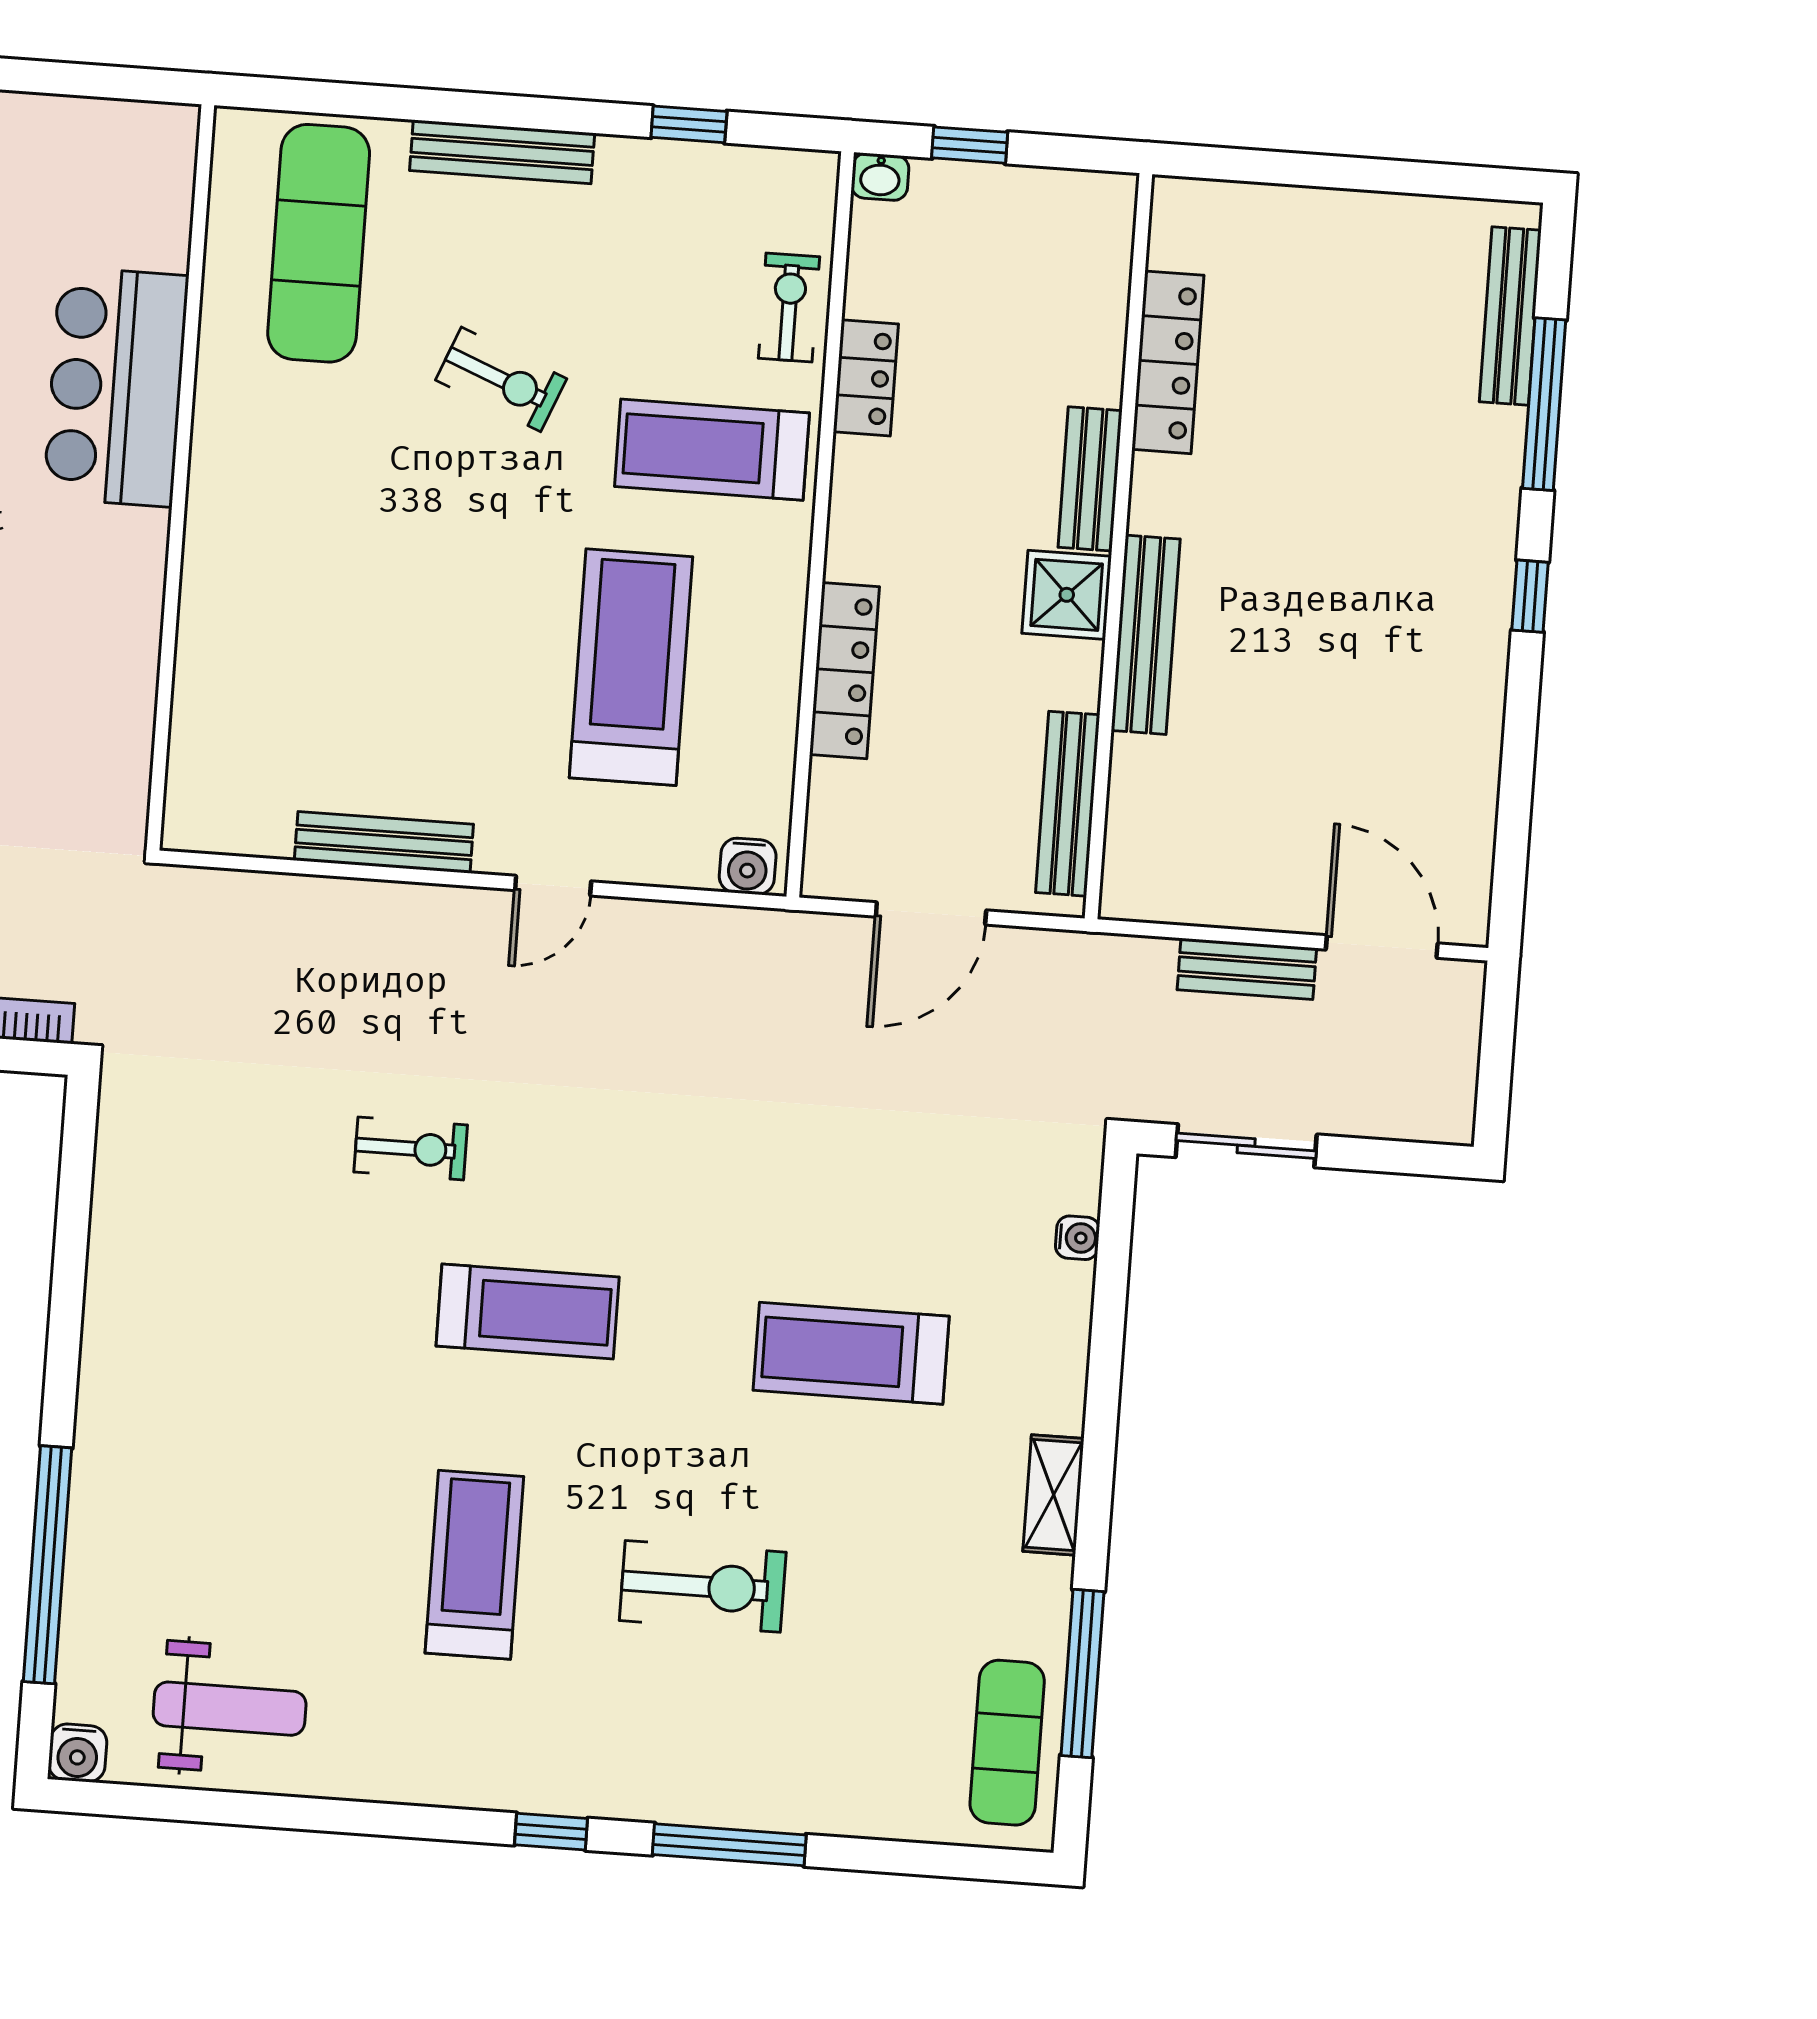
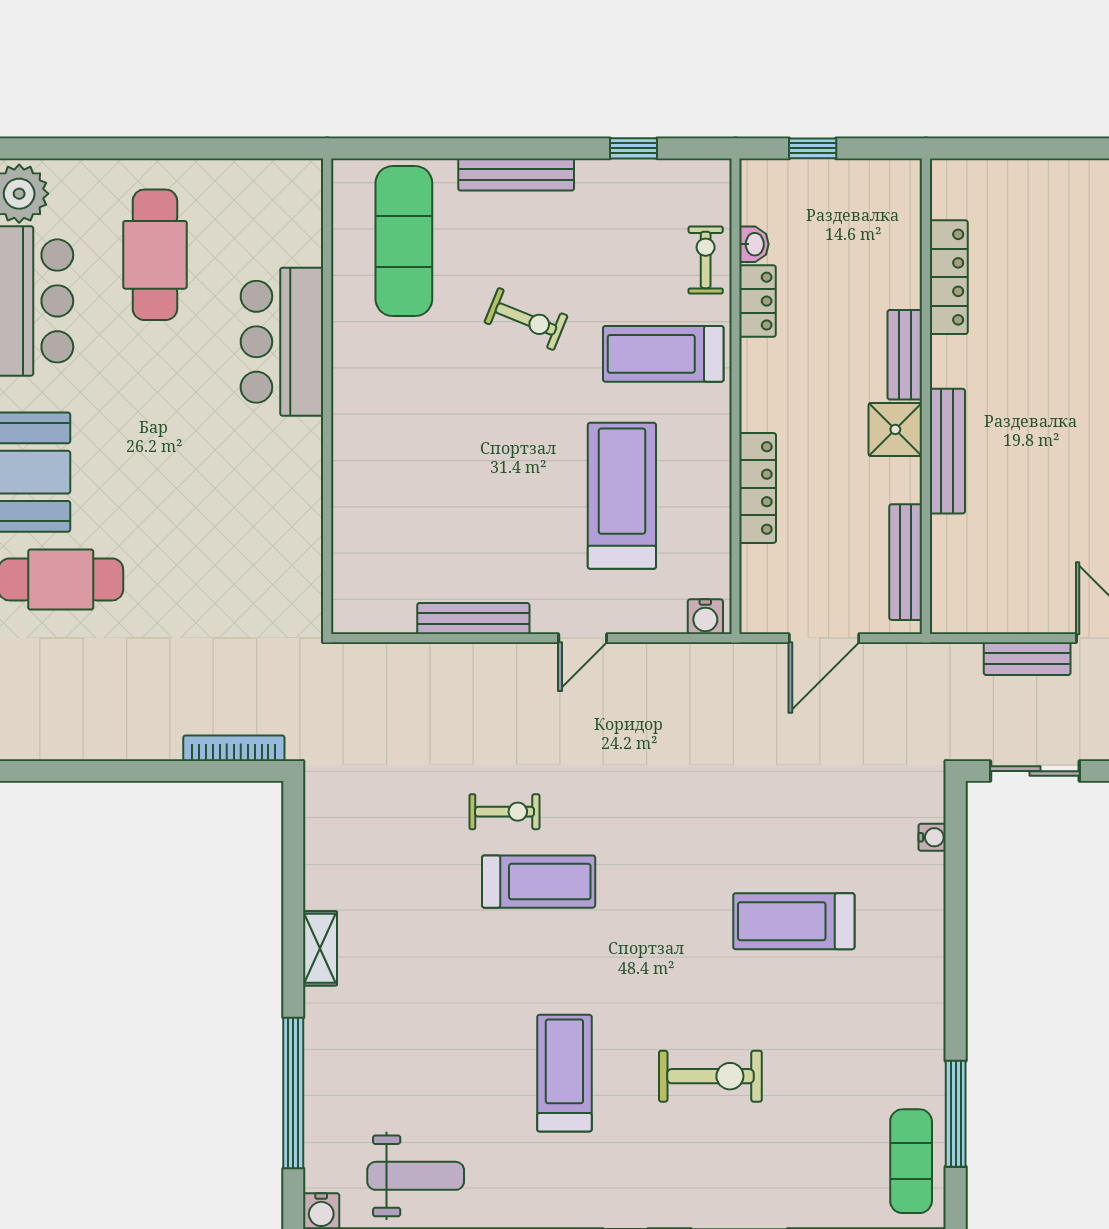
washbasin: (880, 177) -> (754, 244), moved, turned -90
treadmill: (528, 1312) -> (539, 882), moved
shelving: (1054, 1495) -> (320, 948), moved

